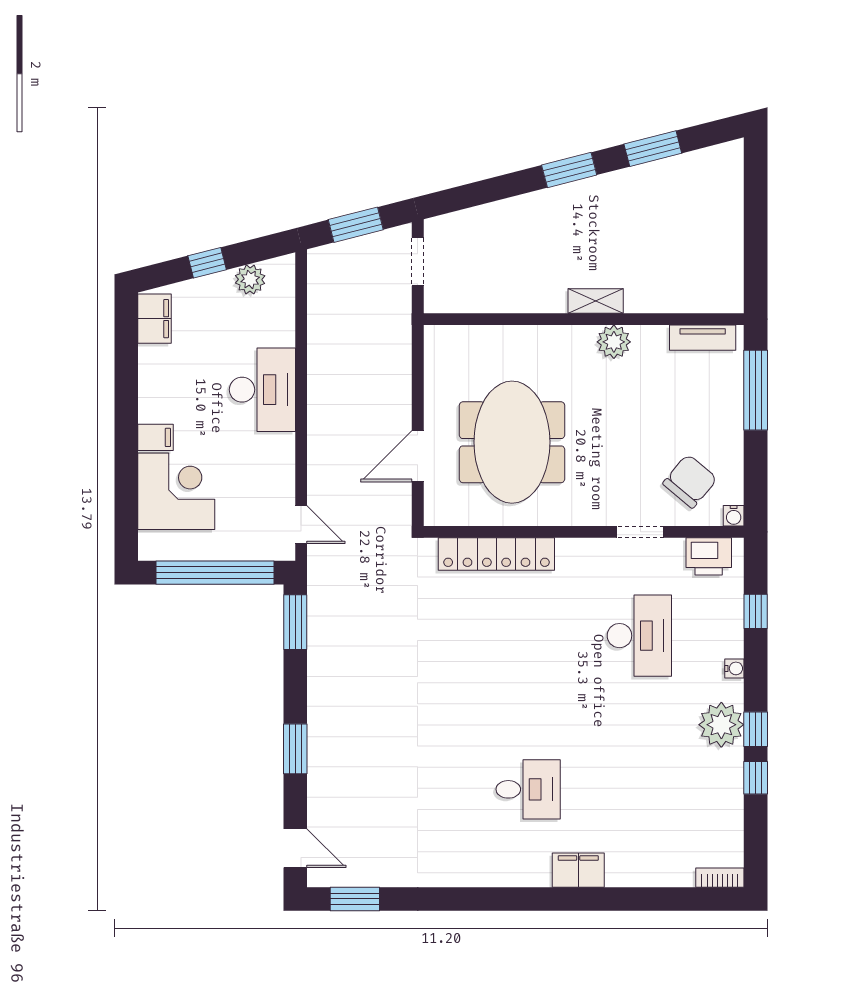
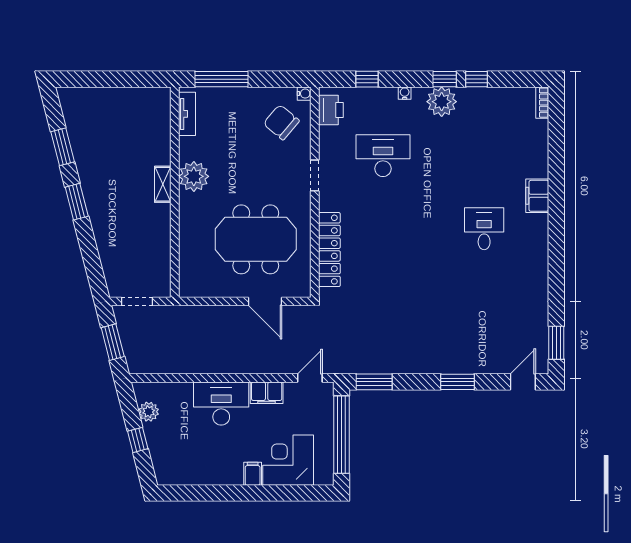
filing cabinet: (155, 319) -> (267, 393), moved, turned 180
plant: (614, 342) -> (194, 176), width x1.36, depth x1.36
doorway: (640, 532) -> (315, 176), moved

